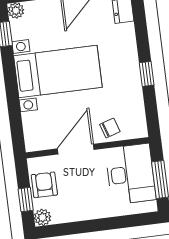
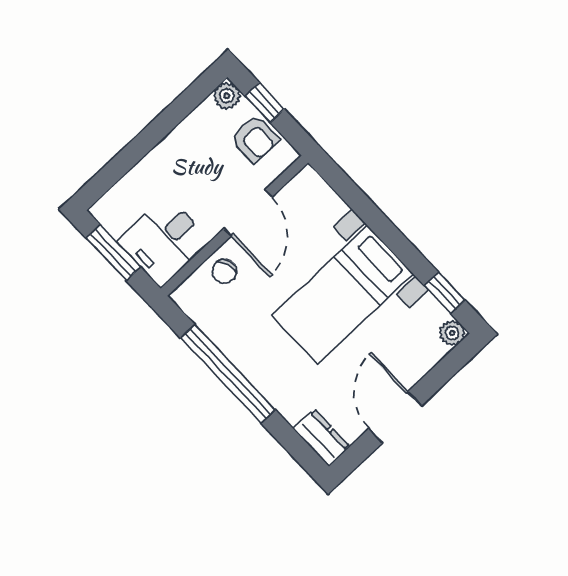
window: (147, 74) -> (228, 374), width x3.17
desk: (131, 174) -> (164, 241), width x0.73

